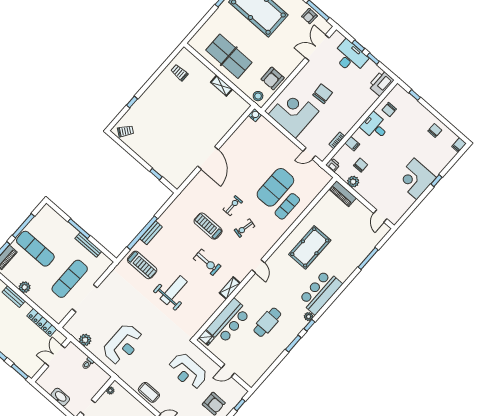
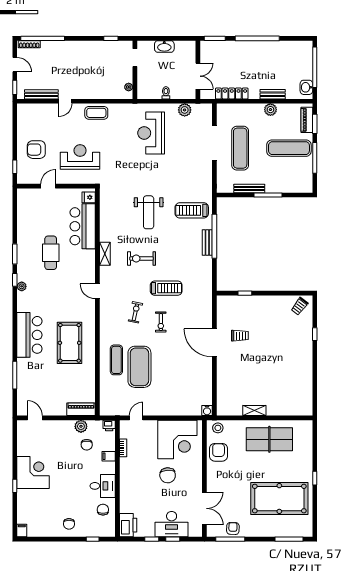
trolley: (179, 73) -> (240, 336), moved
chair: (435, 131) -> (69, 524), moved
bar counter: (320, 292) -> (29, 335), moved

